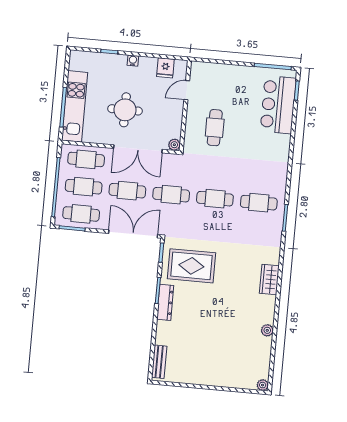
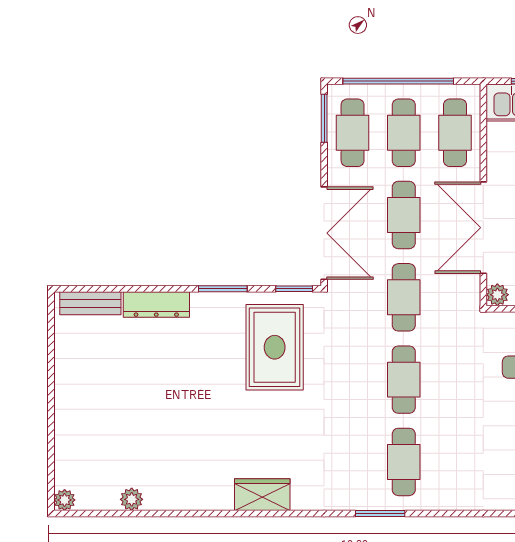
dresser: (165, 302) -> (156, 305), moved
plant: (267, 330) -> (132, 499), moved

